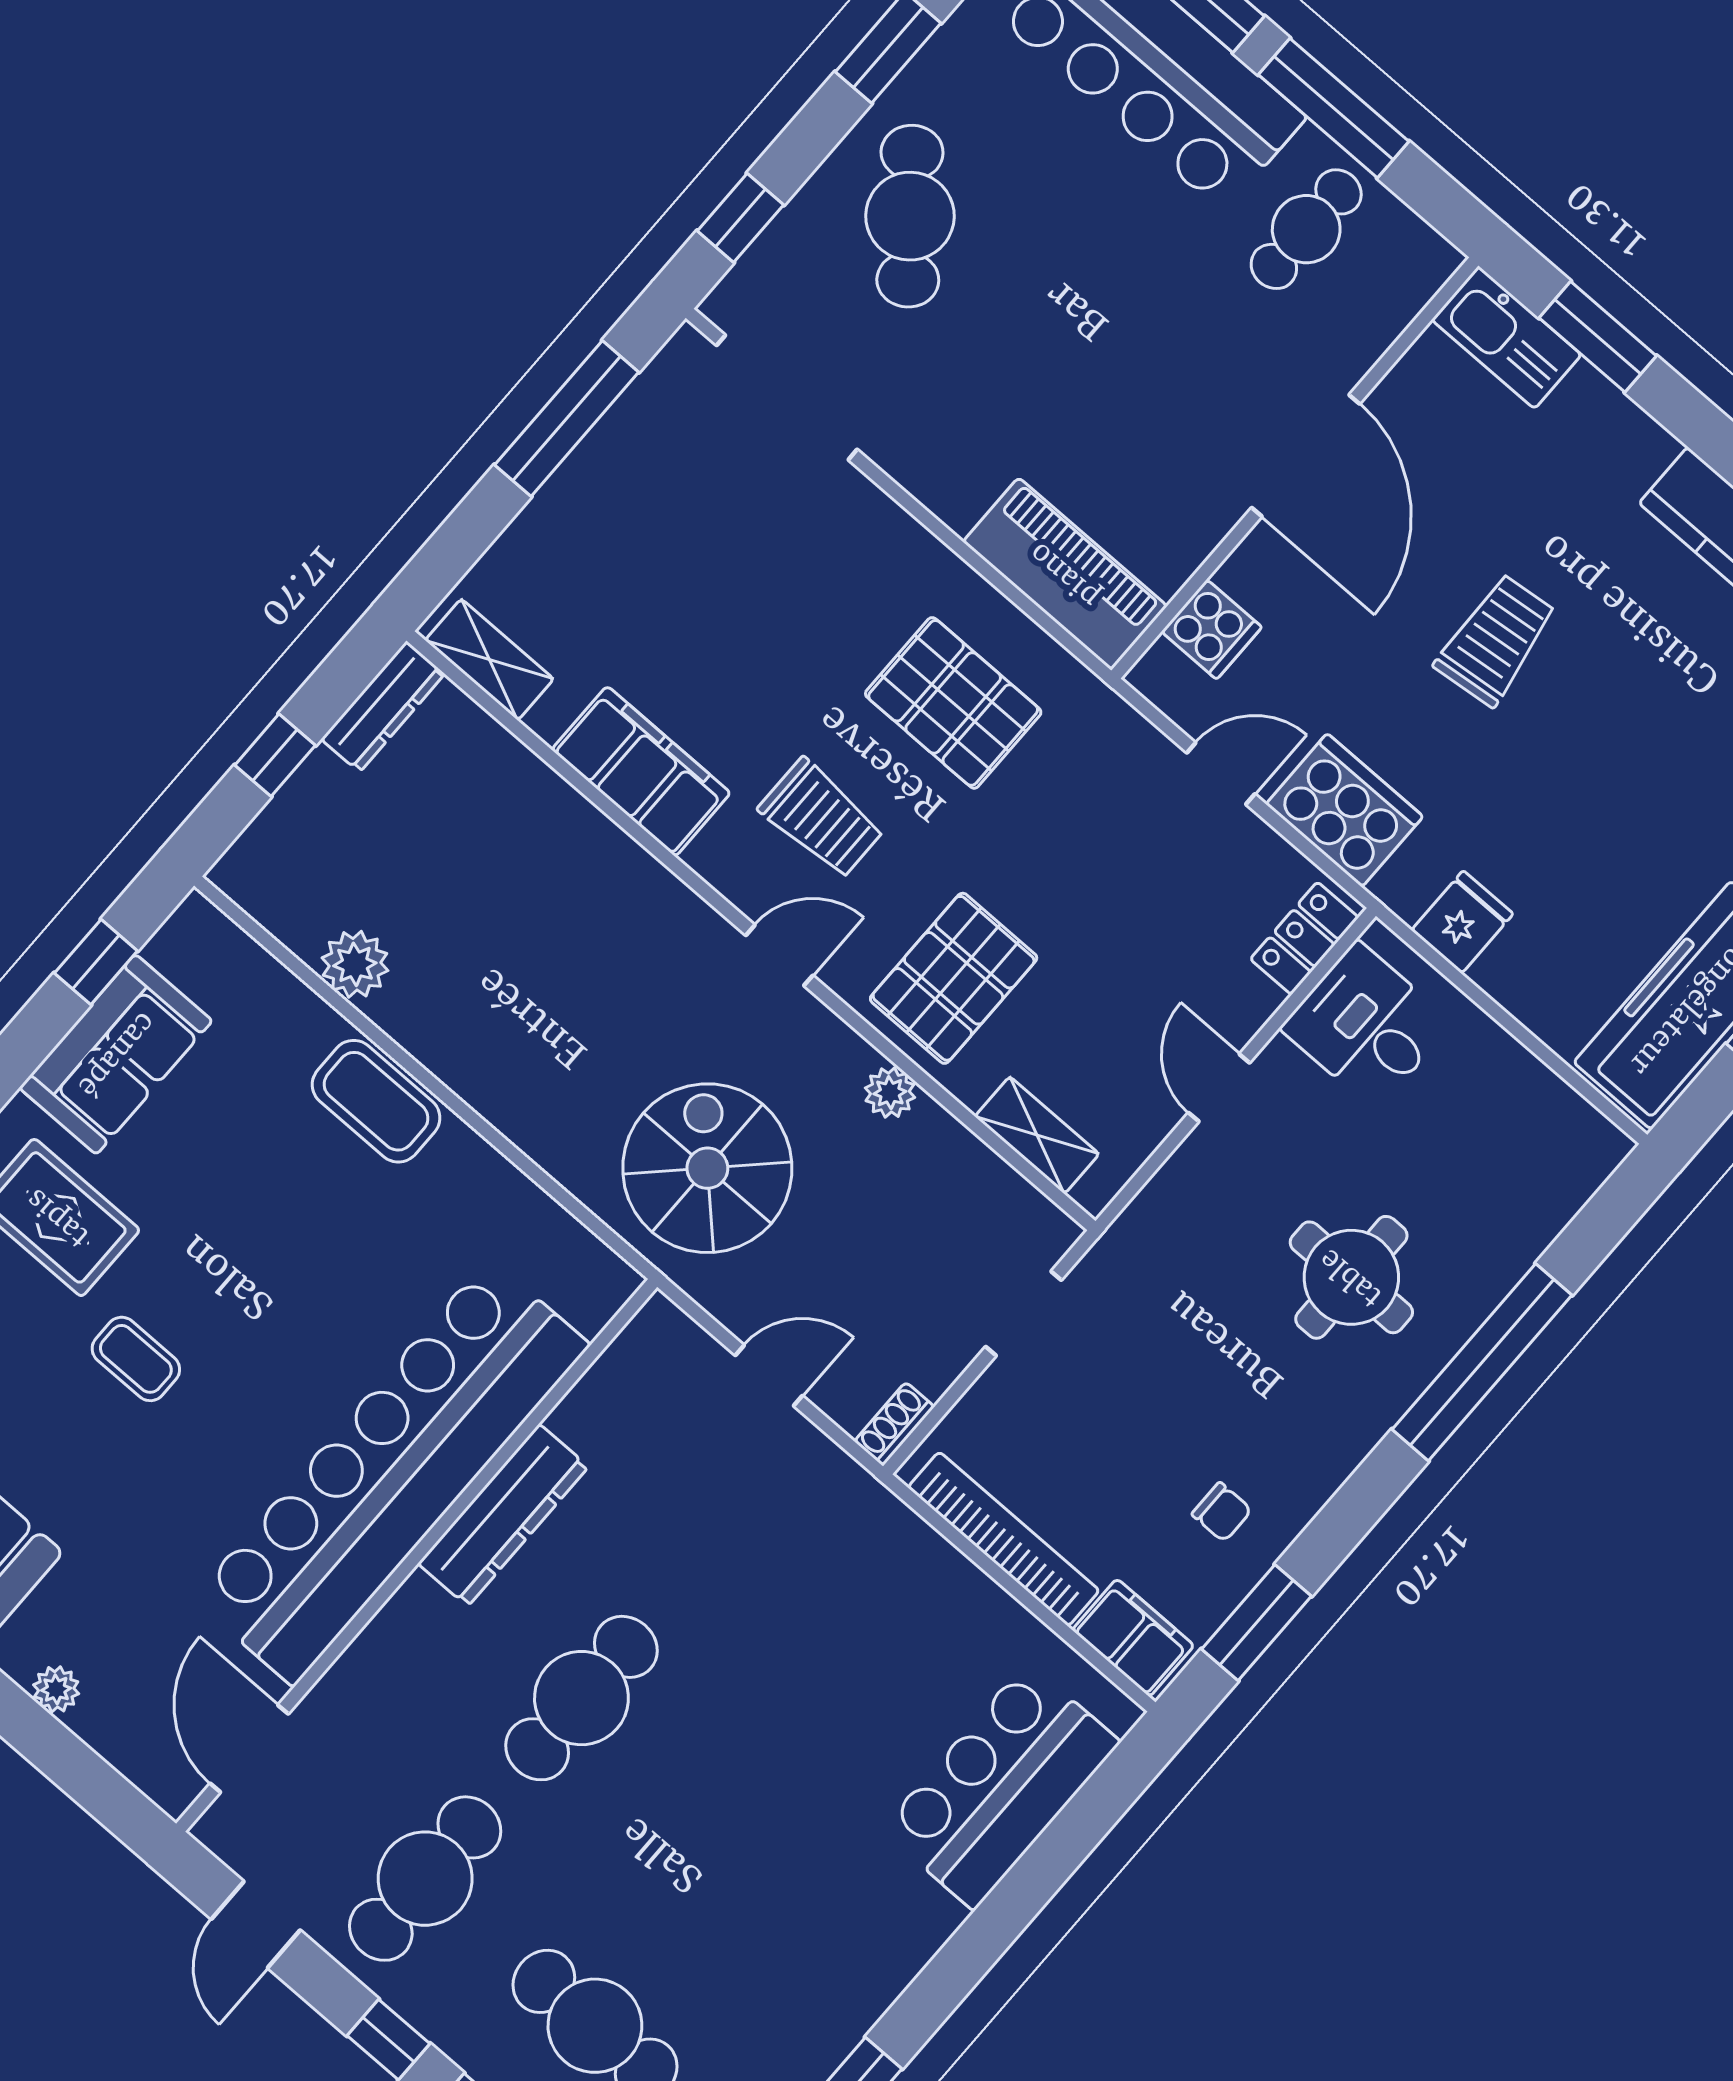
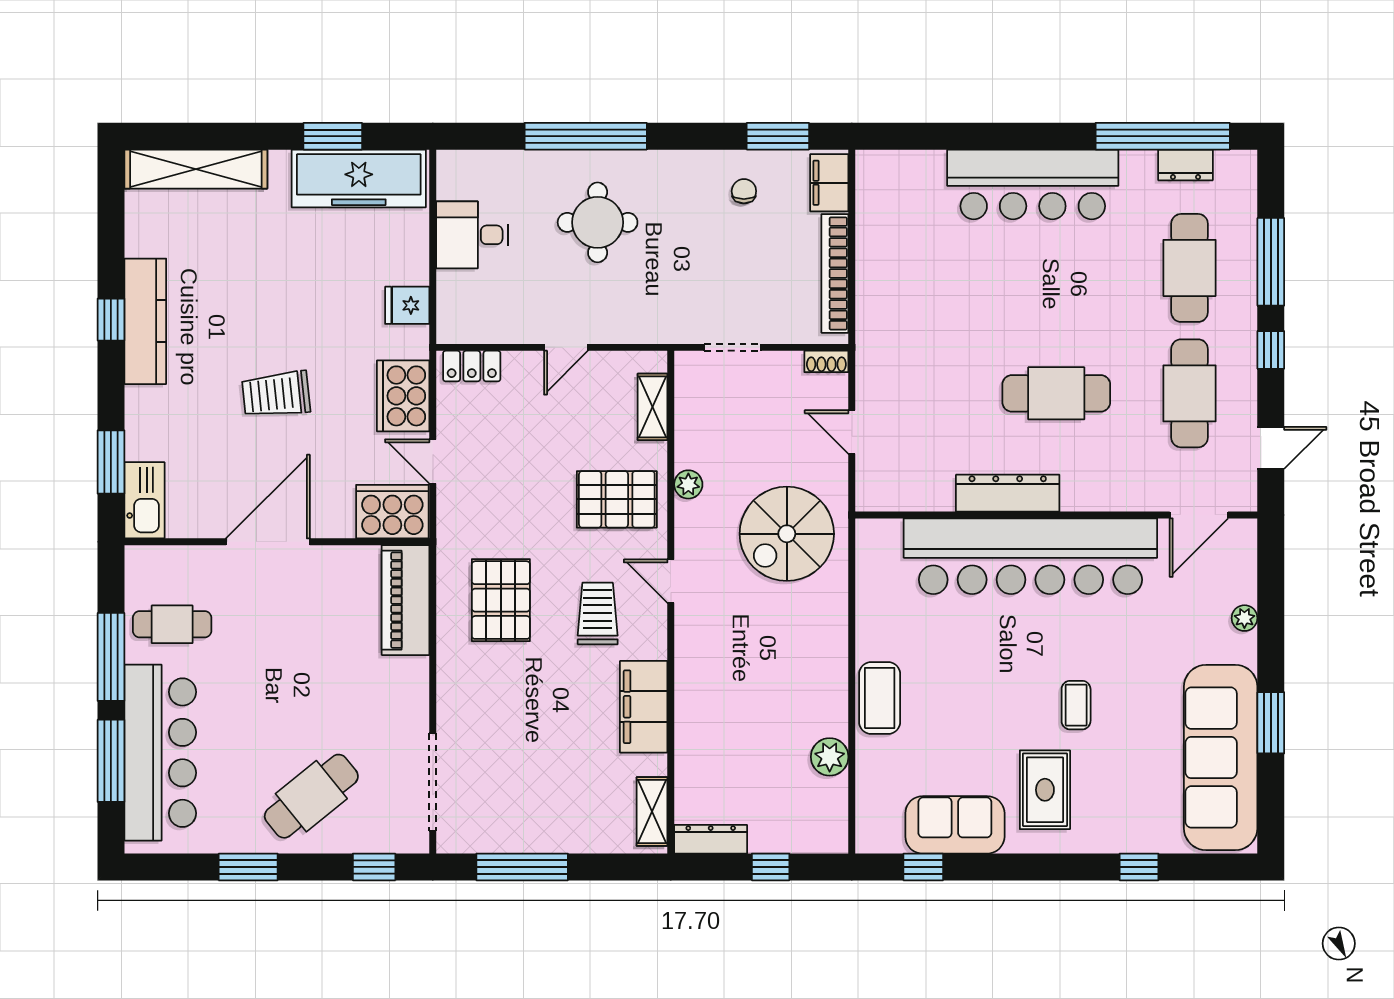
cooker: (1212, 629) -> (392, 512), width x1.87, depth x1.31
desk: (1366, 1025) -> (472, 235), moved, turned 90
bar counter: (1001, 1786) -> (1033, 184), moved, width x1.36
cafe table: (425, 1879) -> (1190, 393), turned 90

